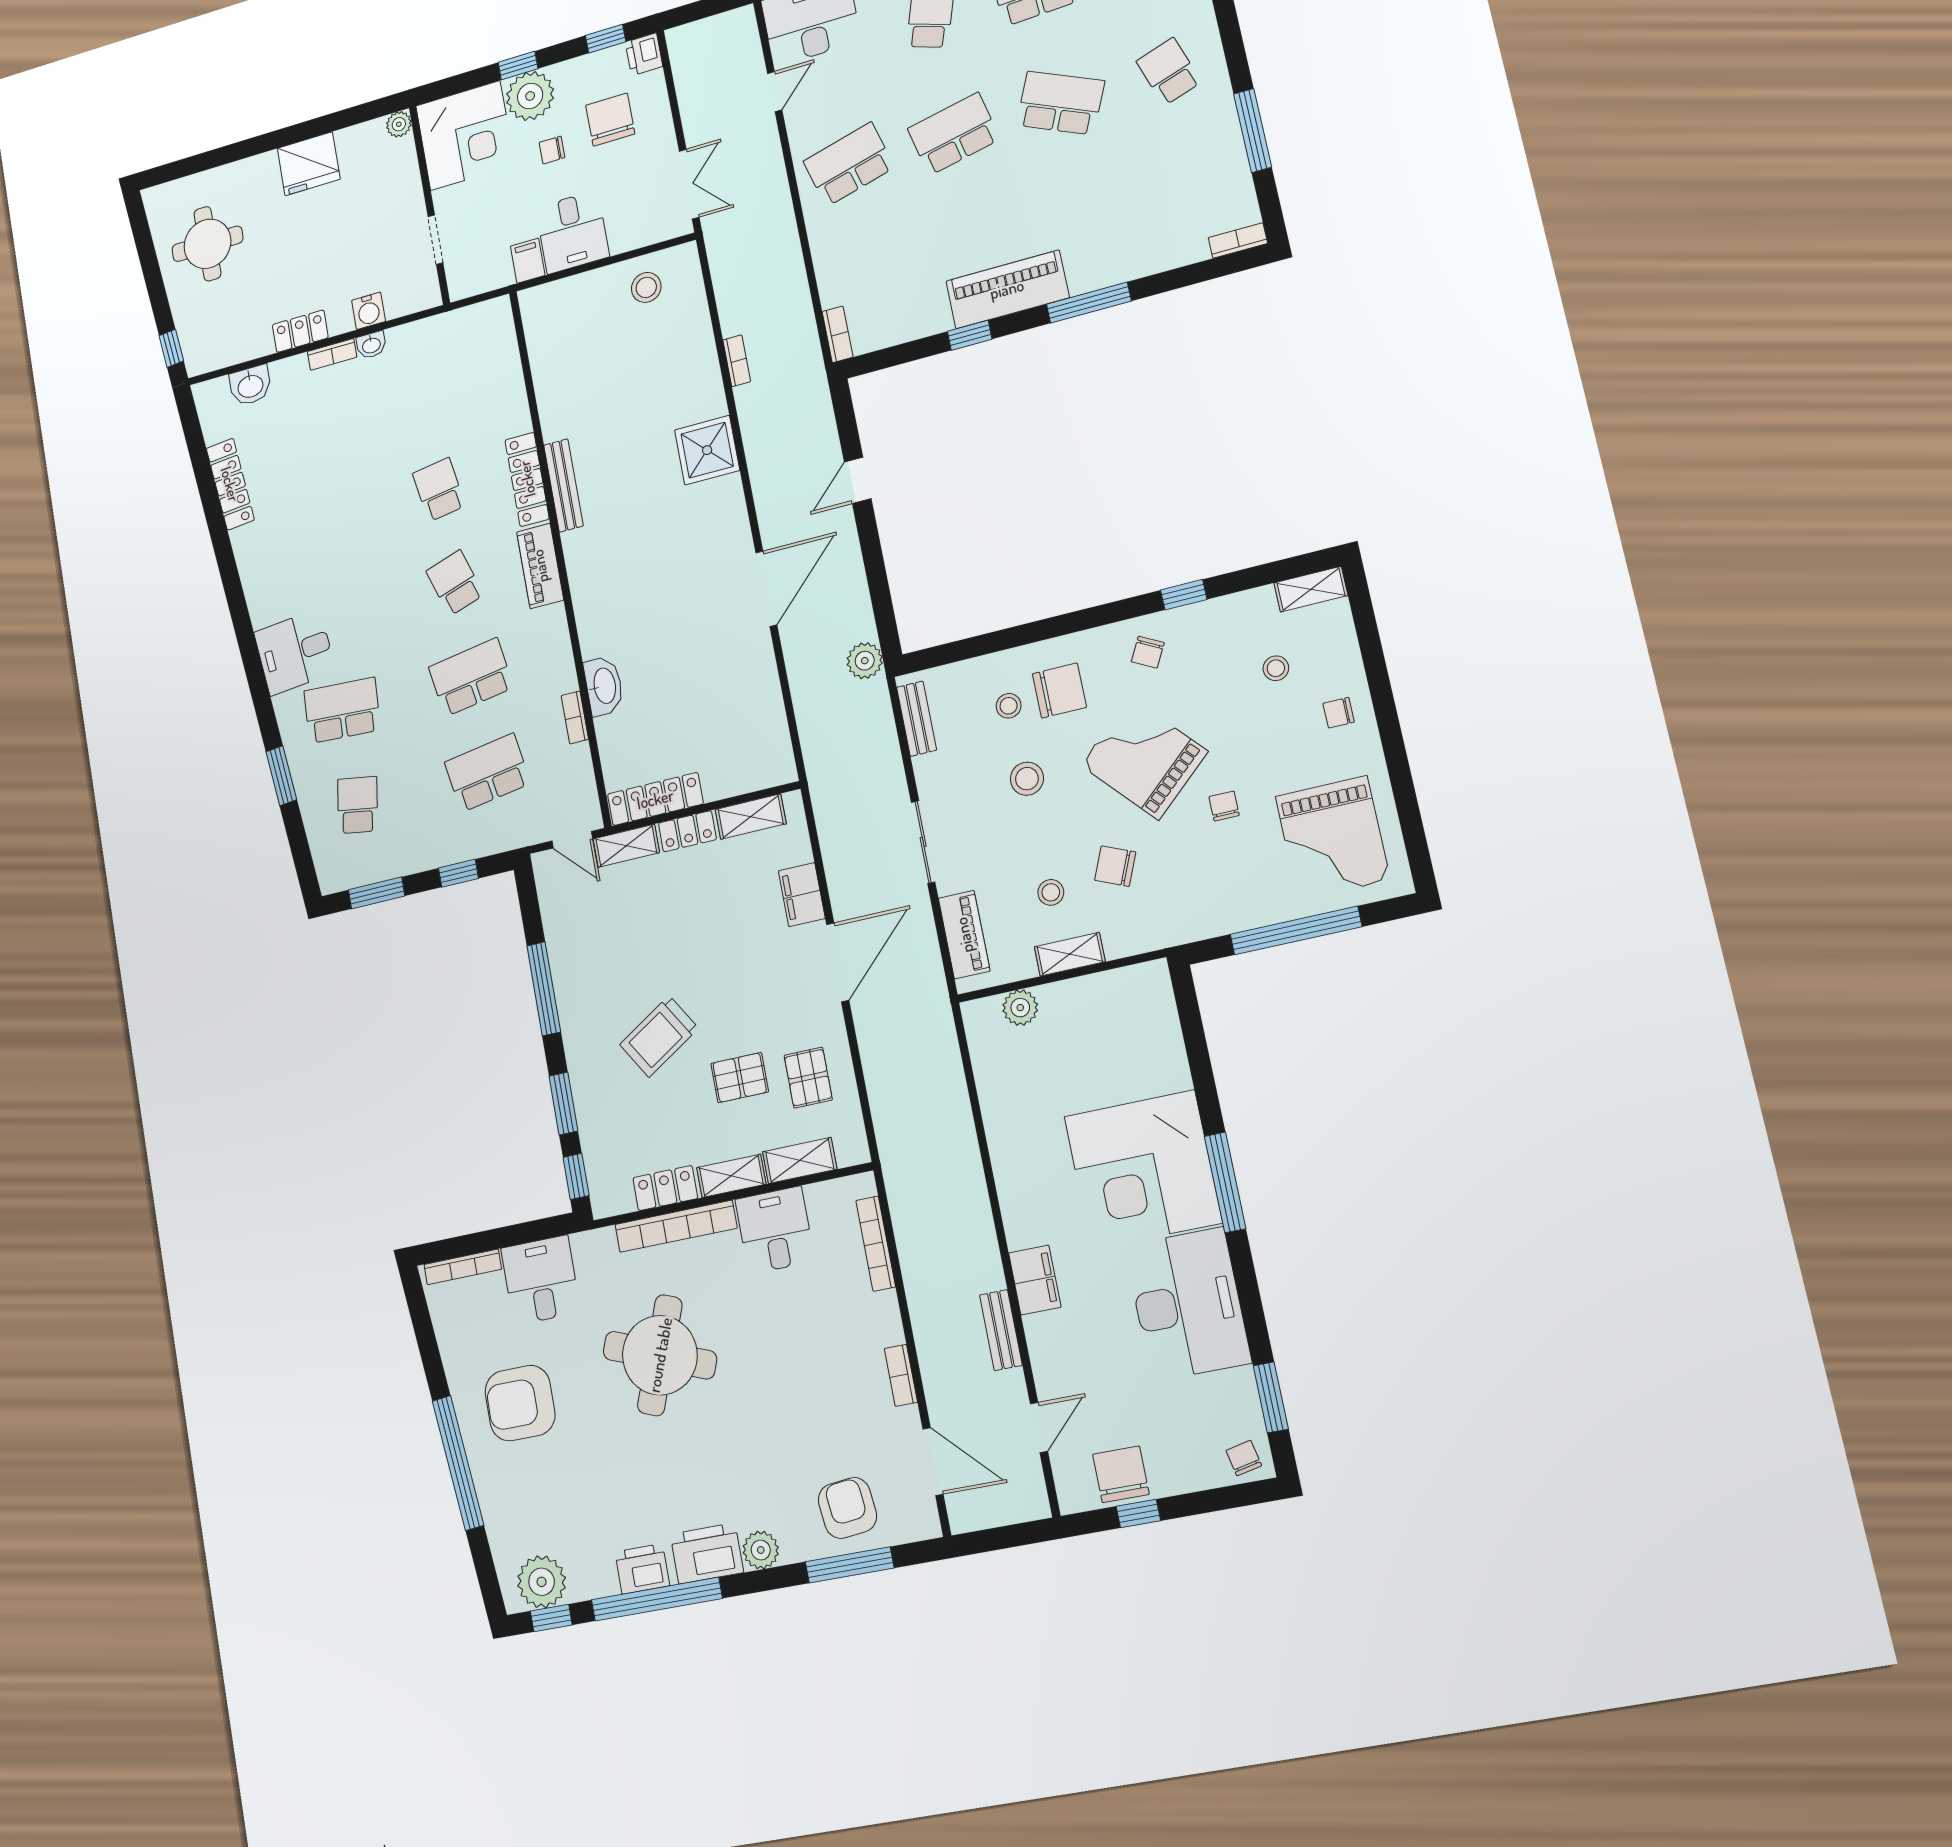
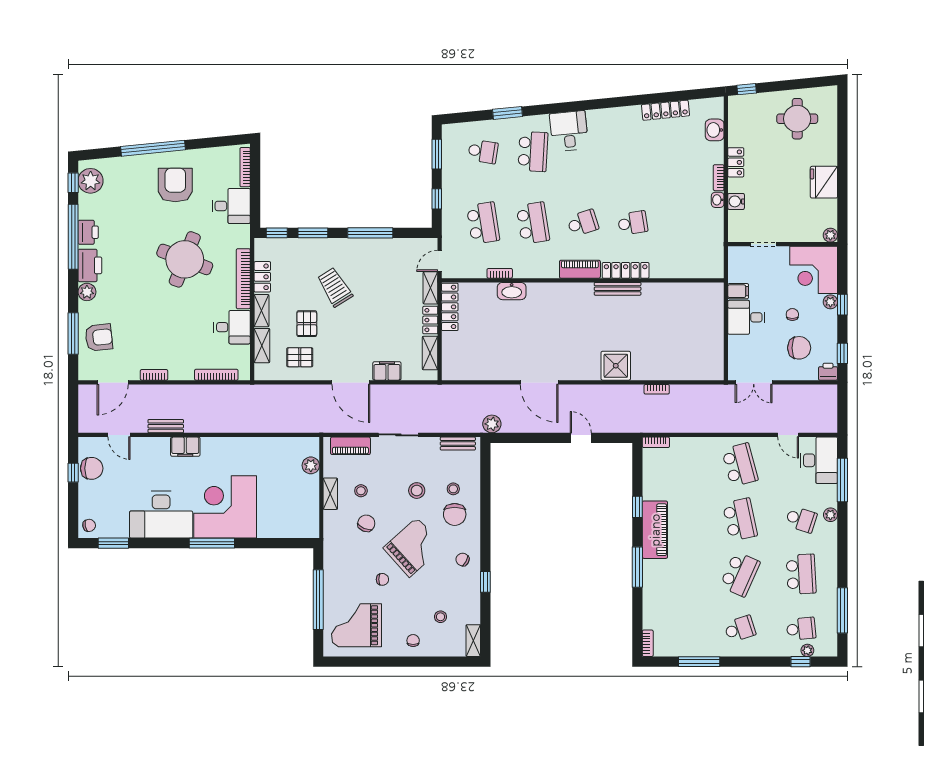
plant: (530, 96) -> (830, 302), width x0.53, depth x0.53
stool: (646, 287) -> (707, 350), removed

